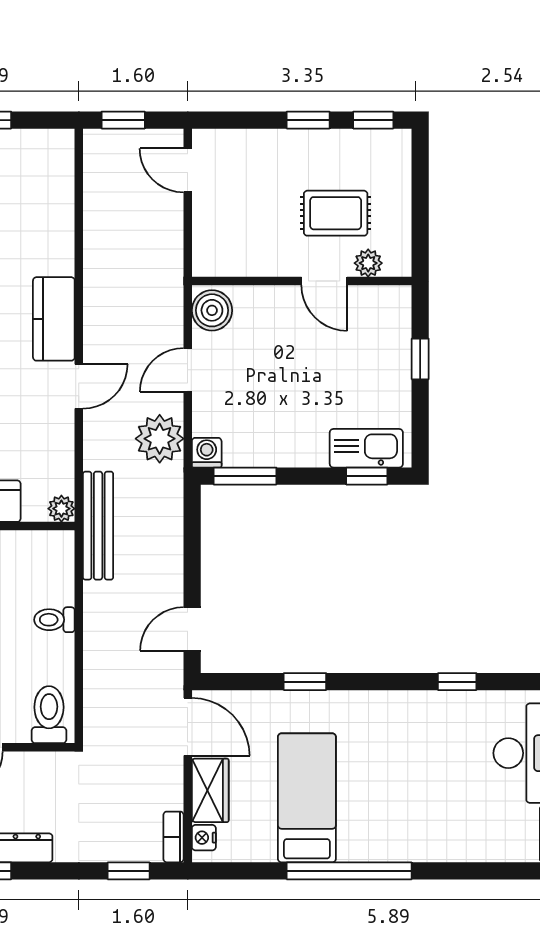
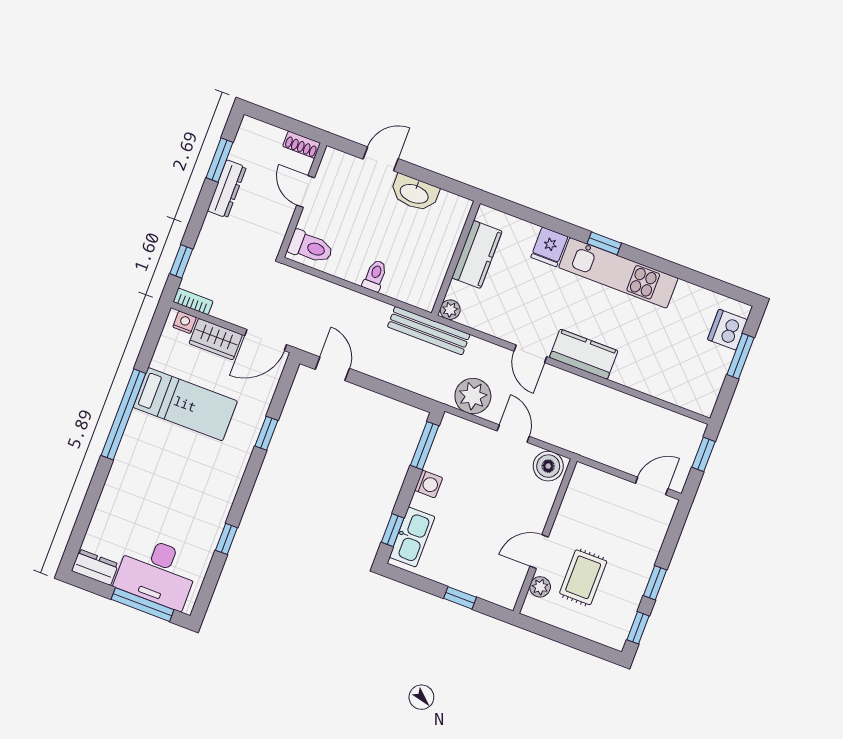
washing machine: (207, 453) -> (429, 484), moved

